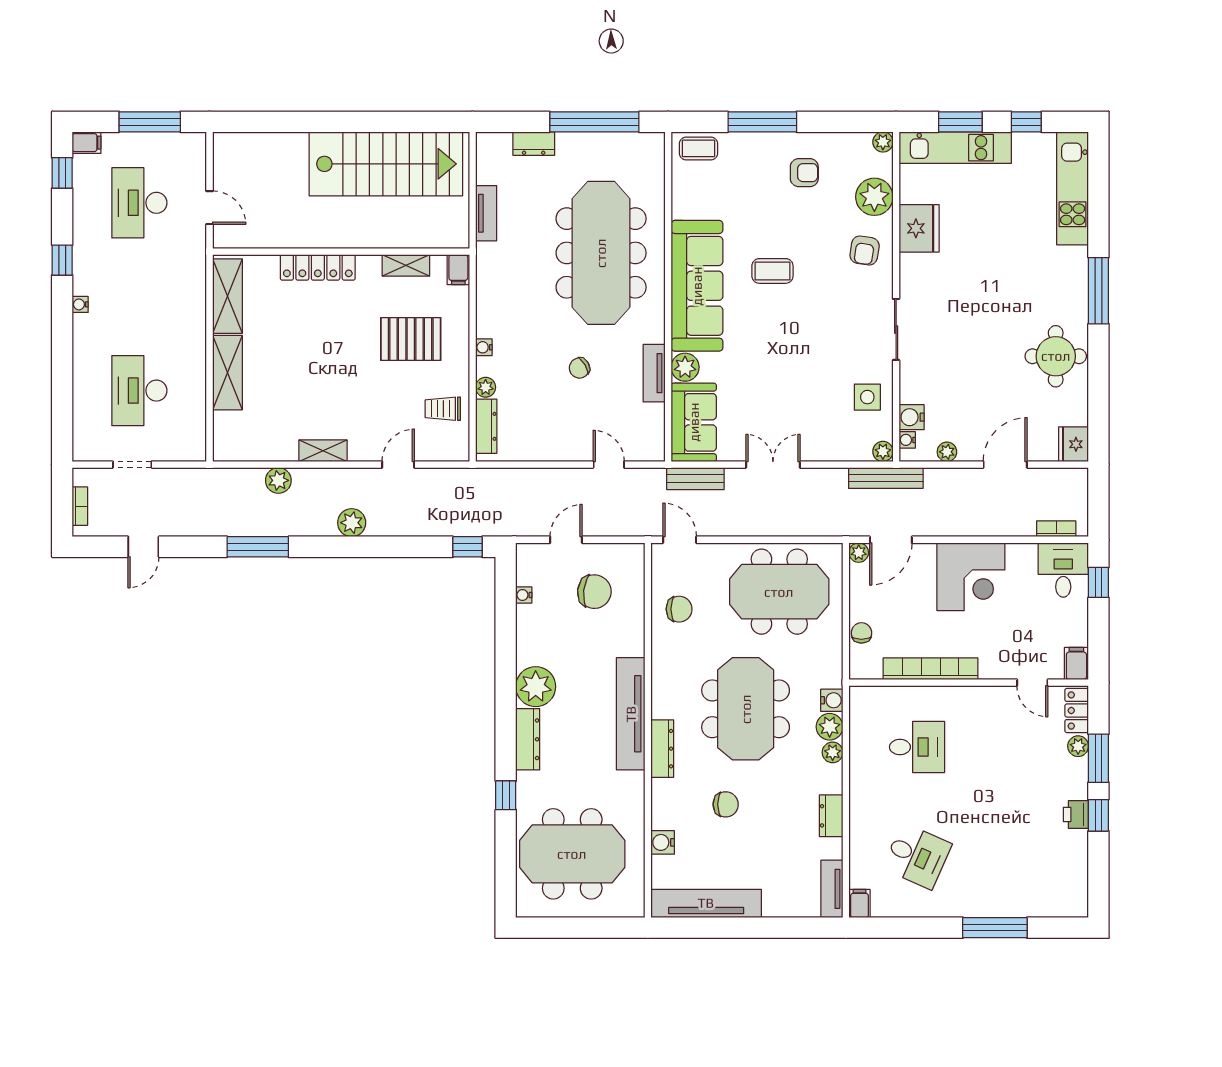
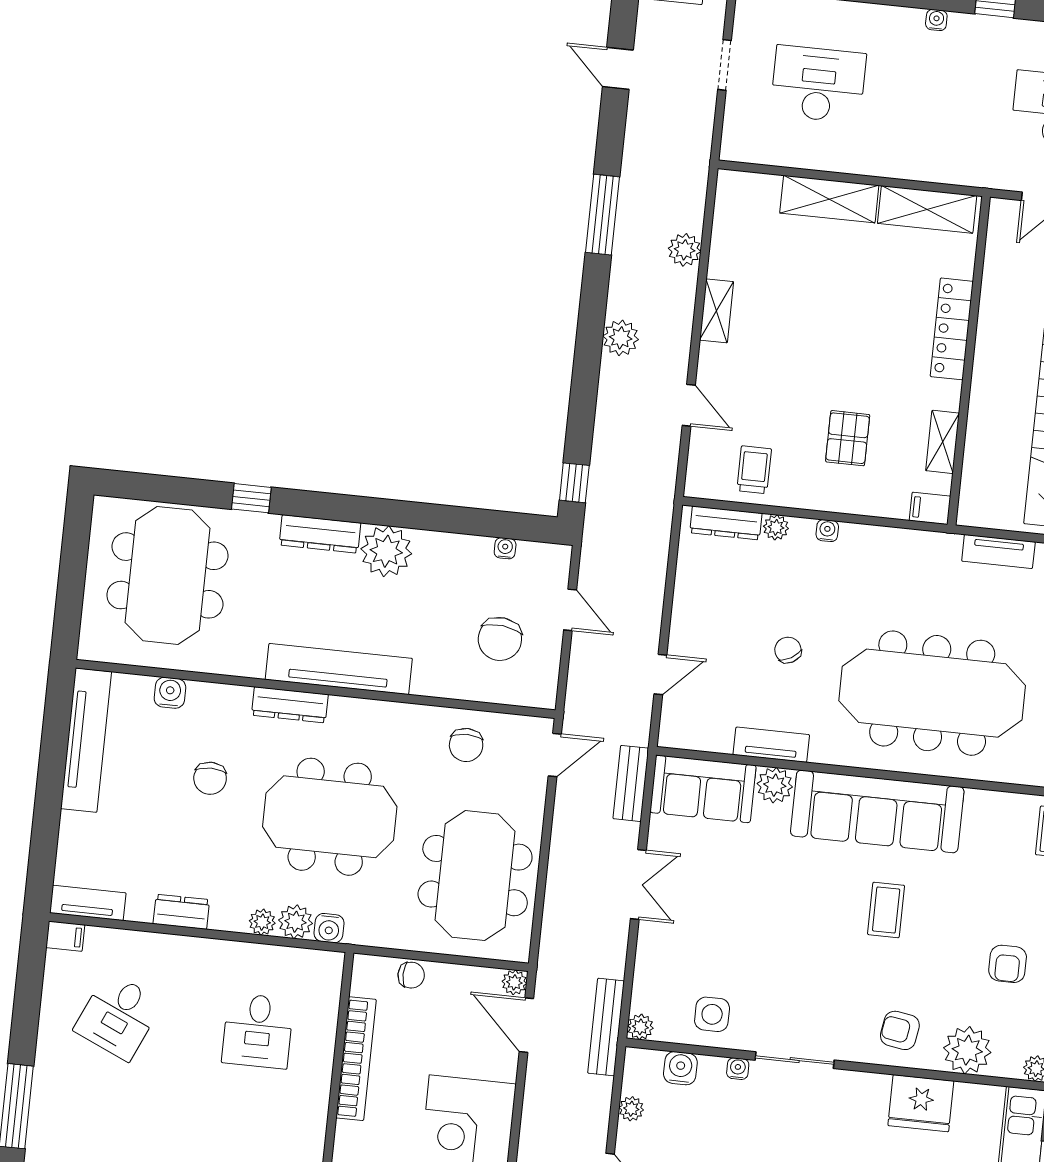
pallet: (411, 339) -> (848, 438), width x0.67, depth x0.71
water cooler: (907, 440) -> (738, 1069), moved

